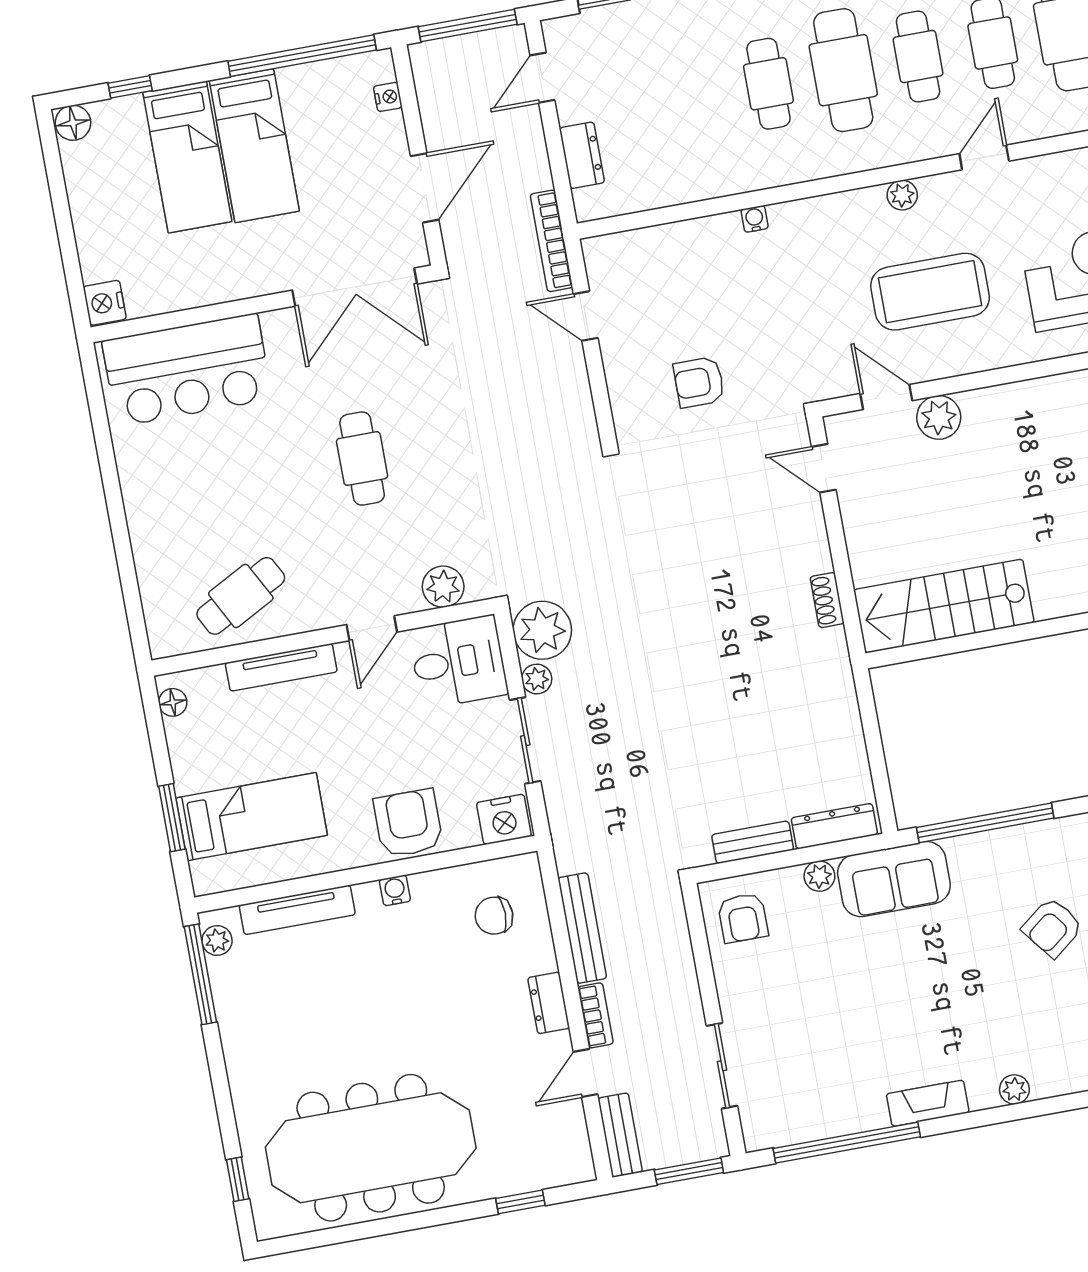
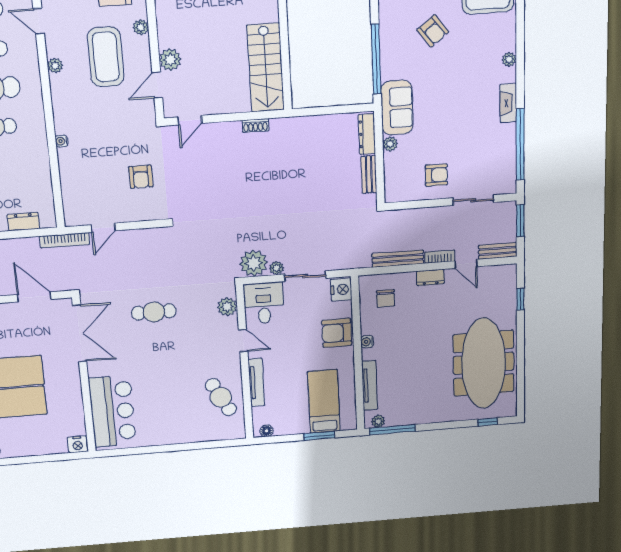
plant: (995, 354) -> (141, 27), added
cafe table: (362, 459) -> (154, 312), moved
armchair: (743, 918) -> (436, 175), moved

